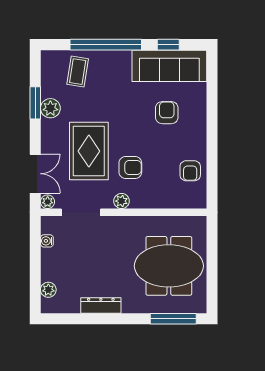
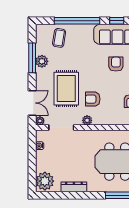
window: (35, 103) -> (32, 58), width x1.44
armchair: (130, 168) -> (93, 99), turned 180
plant: (48, 290) -> (45, 181), width x1.87, depth x1.87

